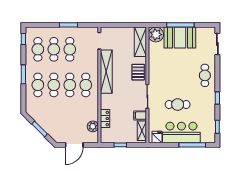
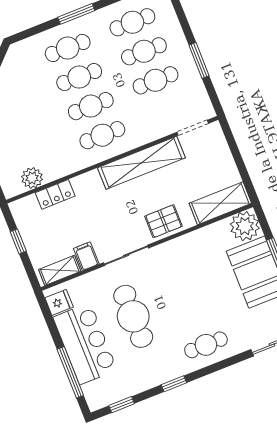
cafe table: (178, 105) -> (133, 316), width x1.37, depth x1.35

